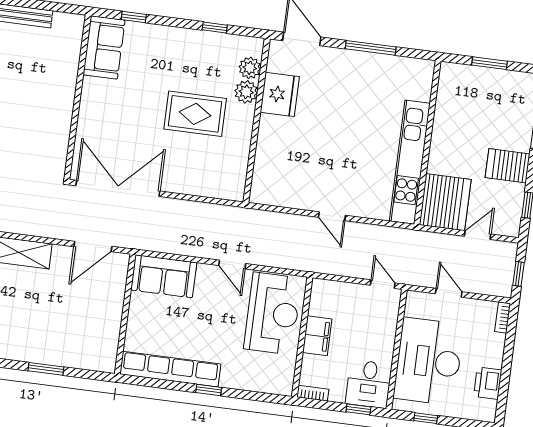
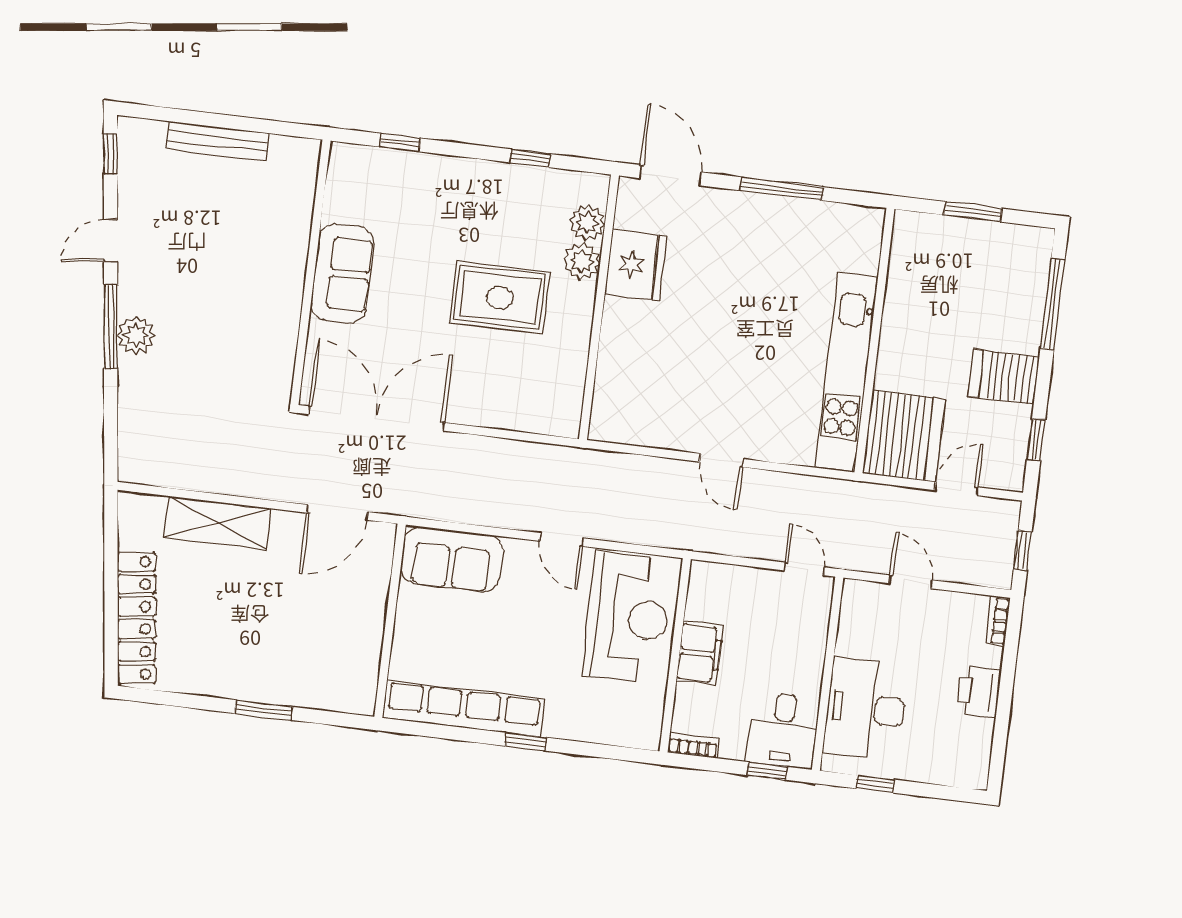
sofa: (104, 47) -> (342, 273), moved
desk: (429, 361) -> (866, 709), width x0.73, depth x0.77
printer: (488, 383) -> (979, 692), moved

